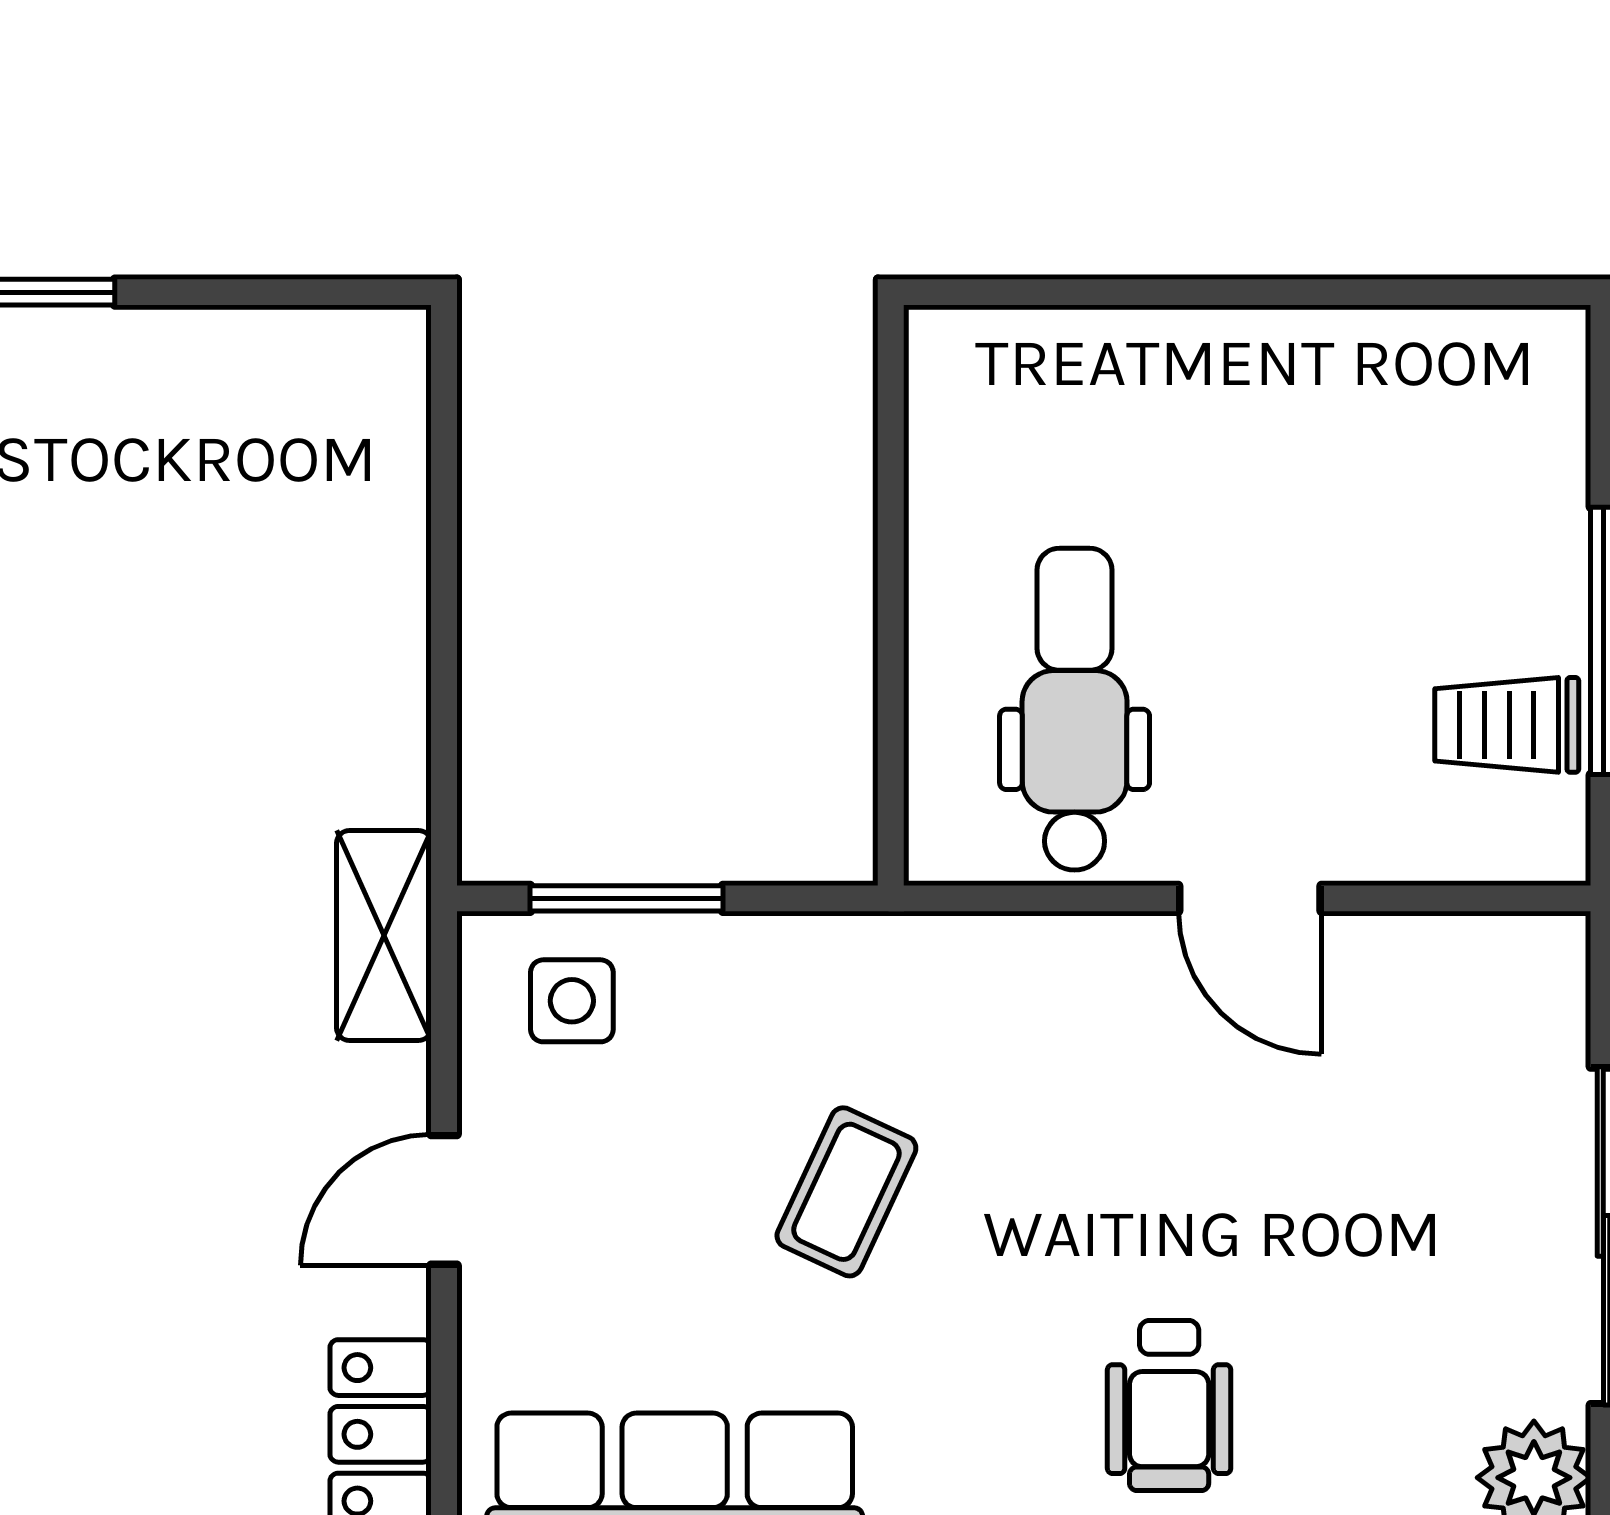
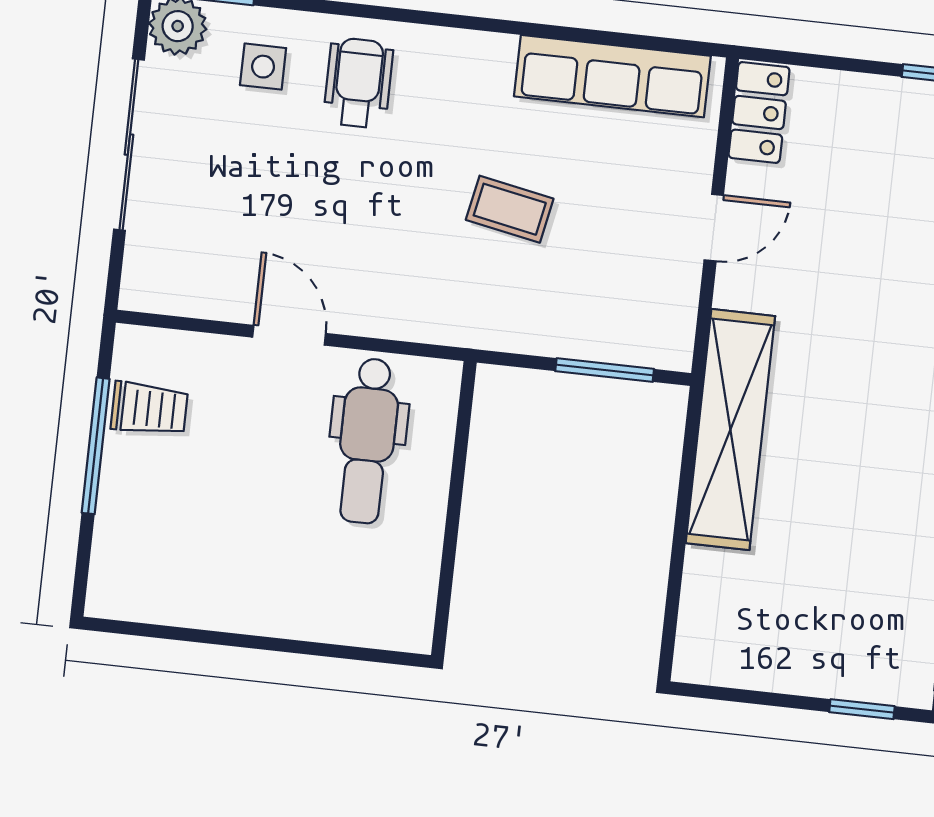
shelving: (384, 936) -> (730, 430), width x2.20, depth x1.33
side table: (572, 1001) -> (263, 67), moved
coffee table: (846, 1192) -> (510, 209), turned 76

